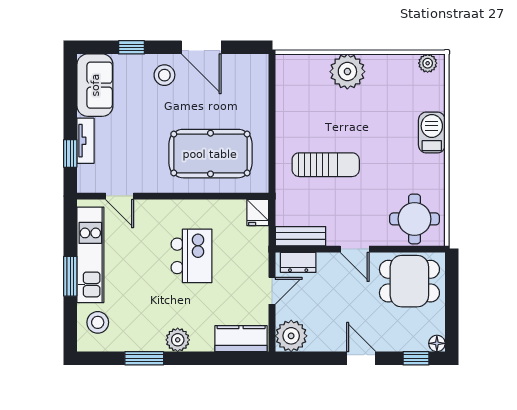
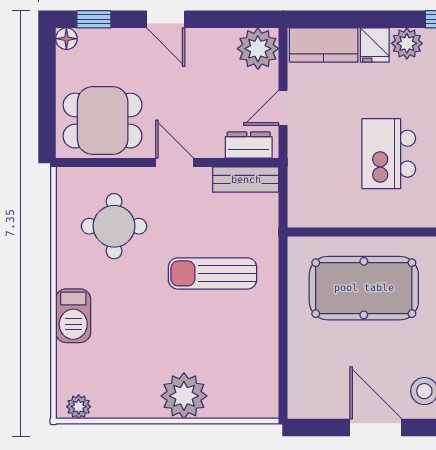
fridge: (258, 213) -> (375, 45), moved, turned 180
round table: (414, 219) -> (114, 226), moved

